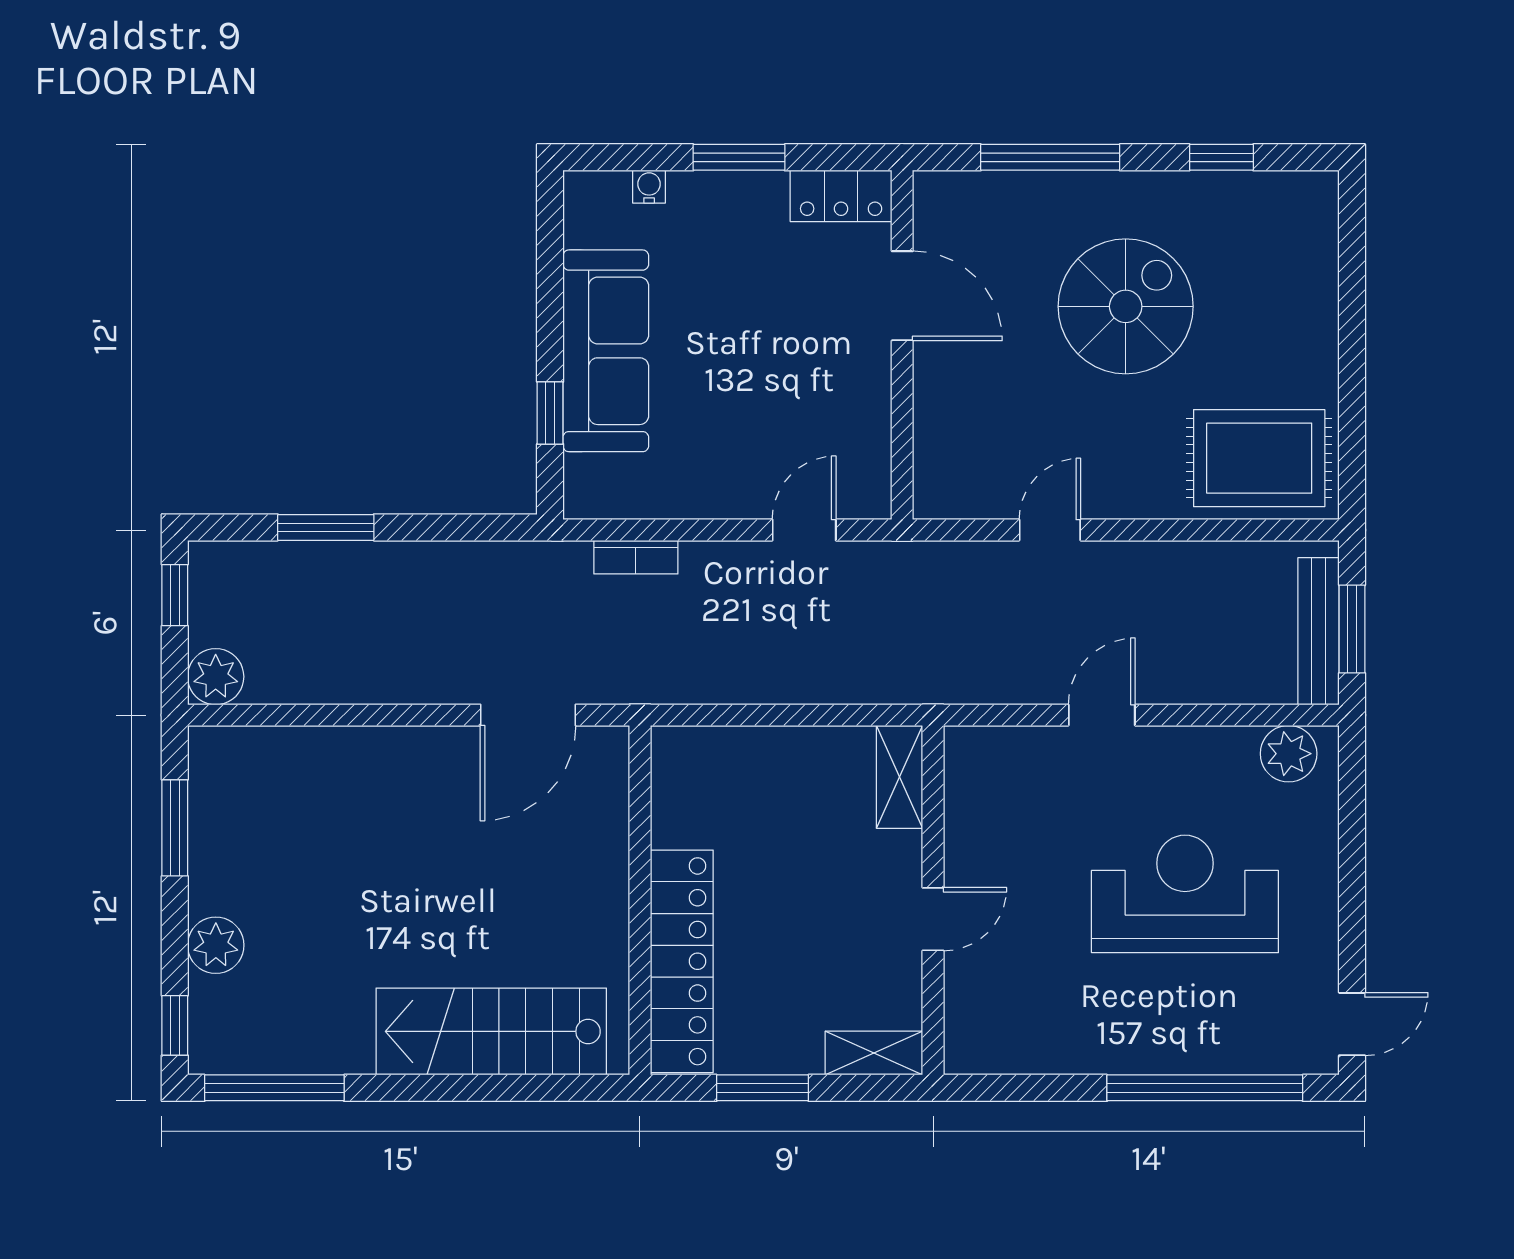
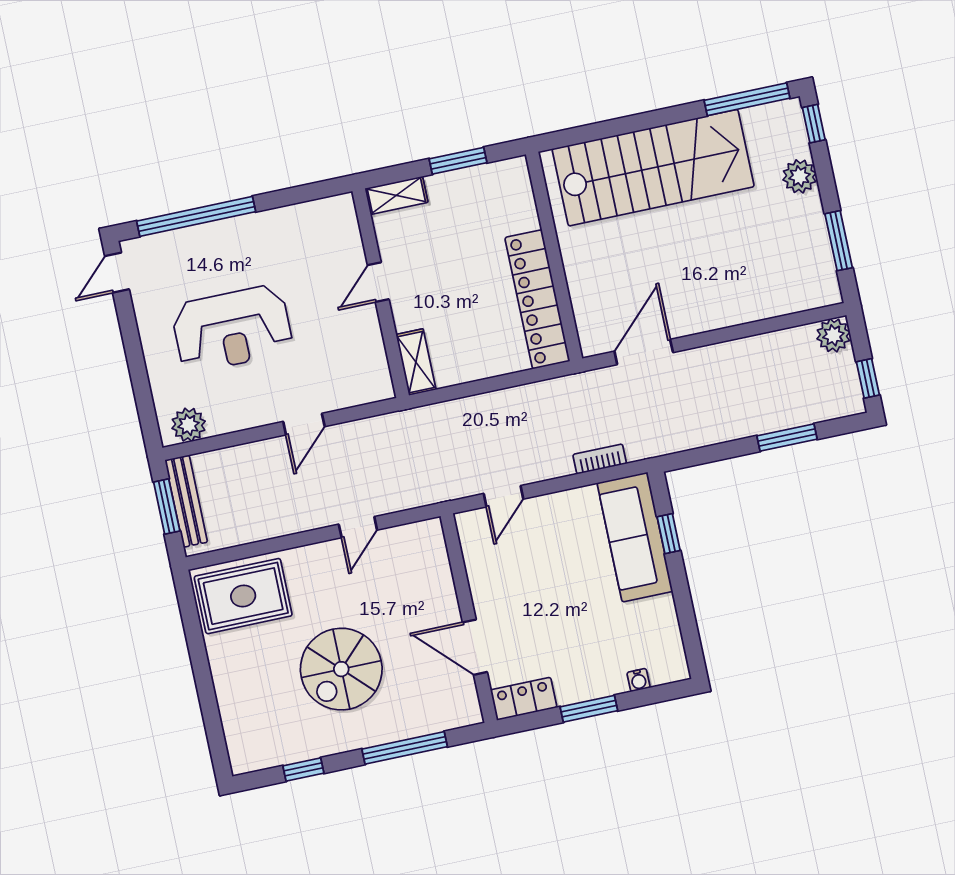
sofa: (606, 351) -> (635, 537), moved
locker: (682, 961) -> (537, 299), moved
stairs: (491, 1031) -> (653, 168), width x1.36, depth x1.51

